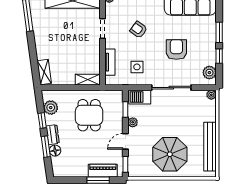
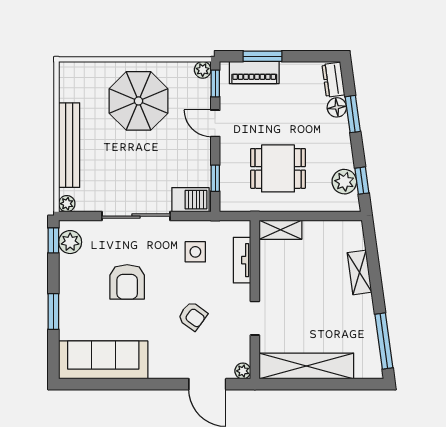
window: (219, 56) -> (53, 240), moved
shelving: (44, 72) -> (360, 272), moved
dining table: (89, 115) -> (278, 168), turned 90
window: (42, 121) -> (362, 181), moved
plant: (133, 122) -> (203, 70), moved
dresser: (53, 135) -> (333, 80), moved
door: (125, 141) -> (215, 123), swing flipped
bench: (210, 147) -> (69, 145), moved

